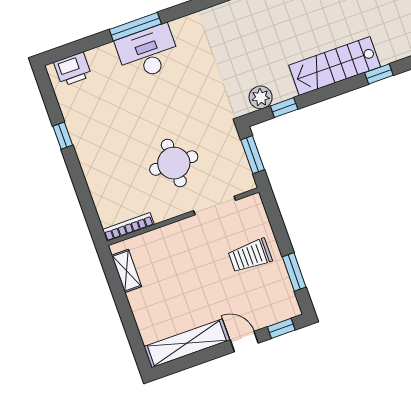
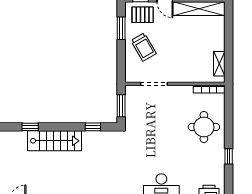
plant: (261, 97) -> (105, 138), removed
round table: (174, 163) -> (204, 127), moved
trolley: (250, 256) -> (144, 47), turned 60
pallet: (269, 304) -> (143, 15), added

